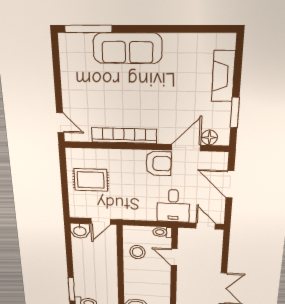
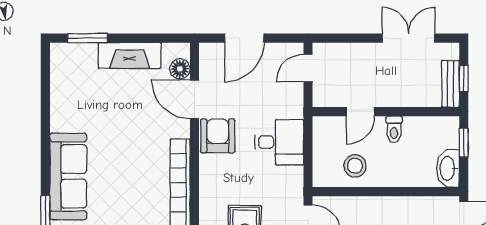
fireplace: (223, 76) -> (130, 55), moved
window: (235, 113) -> (88, 38), moved
desk: (173, 206) -> (279, 142), moved
toilet: (162, 232) -> (394, 129), moved

